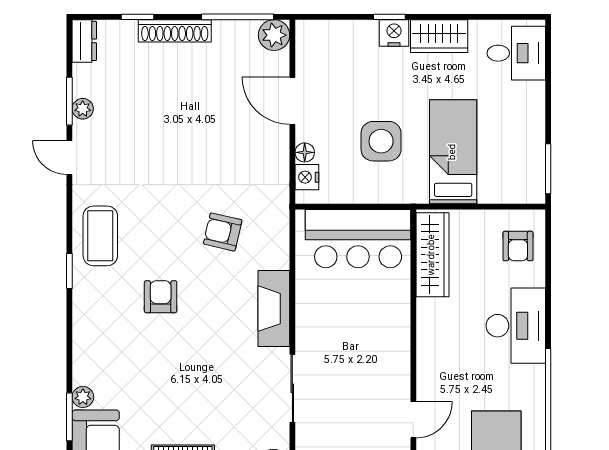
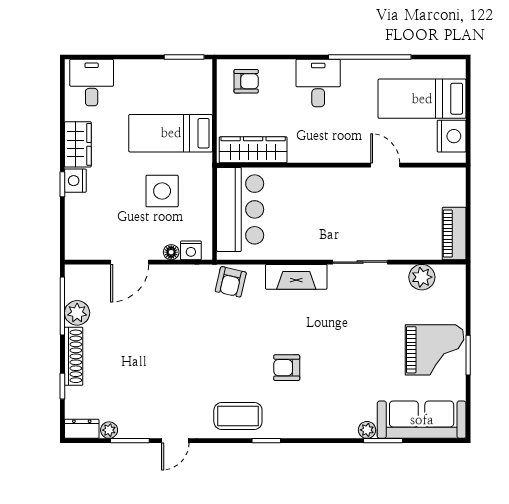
plant: (274, 35) -> (77, 313), moved
plant: (83, 109) -> (109, 430), moved
armchair: (223, 232) -> (231, 282), moved
desk: (516, 326) -> (318, 83), width x0.73

